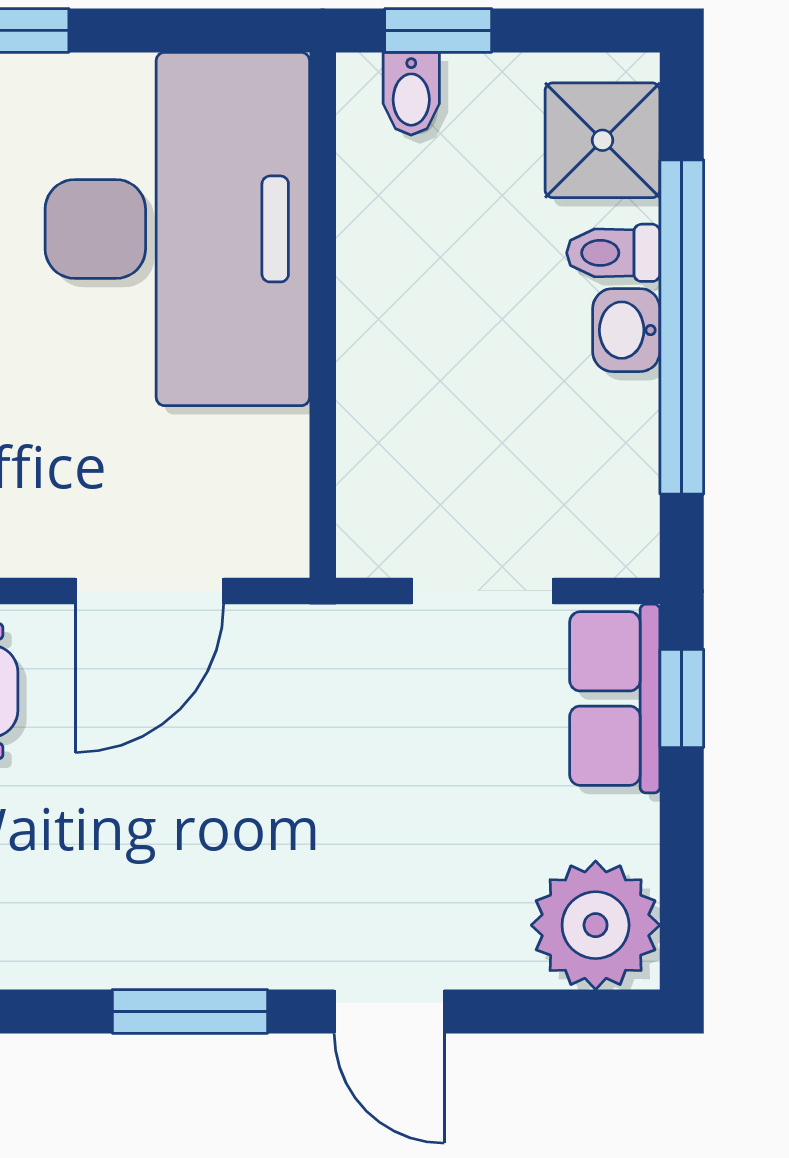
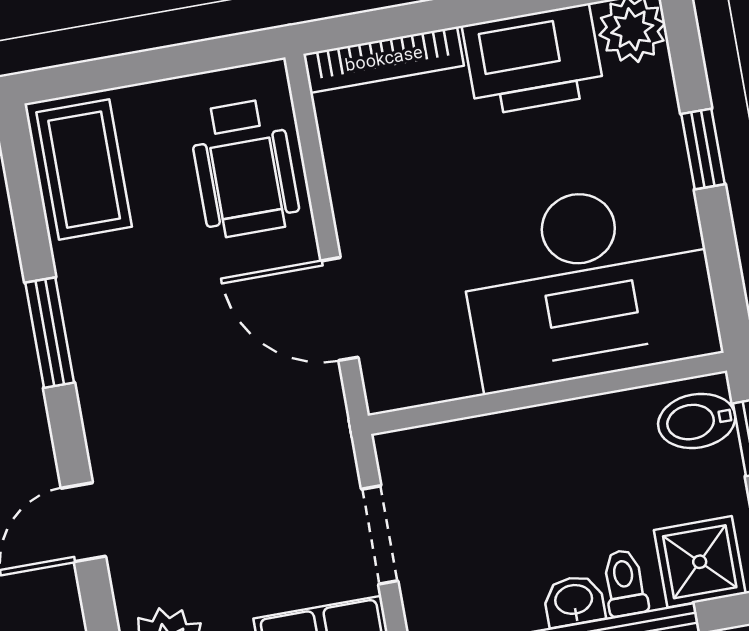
bidet: (411, 94) -> (697, 421), width x1.38, depth x1.36
window: (190, 1011) -> (50, 333), moved

